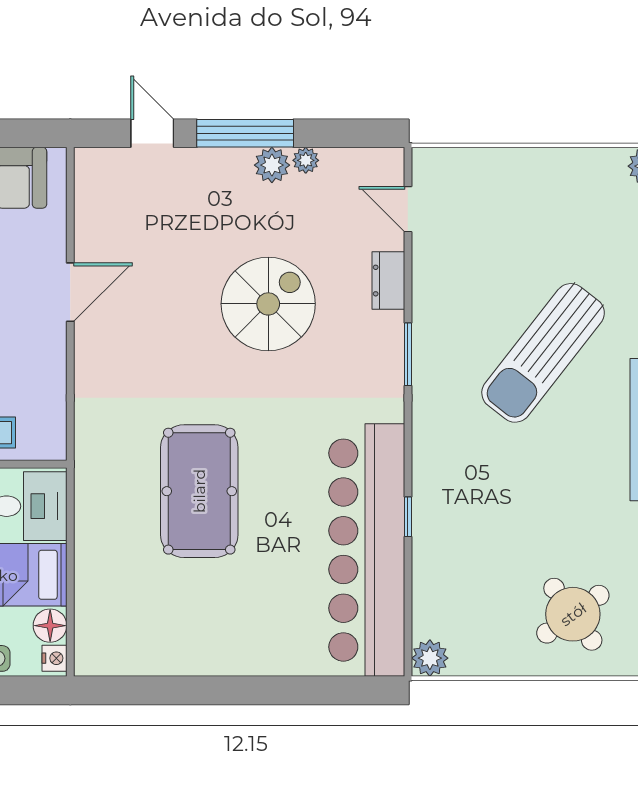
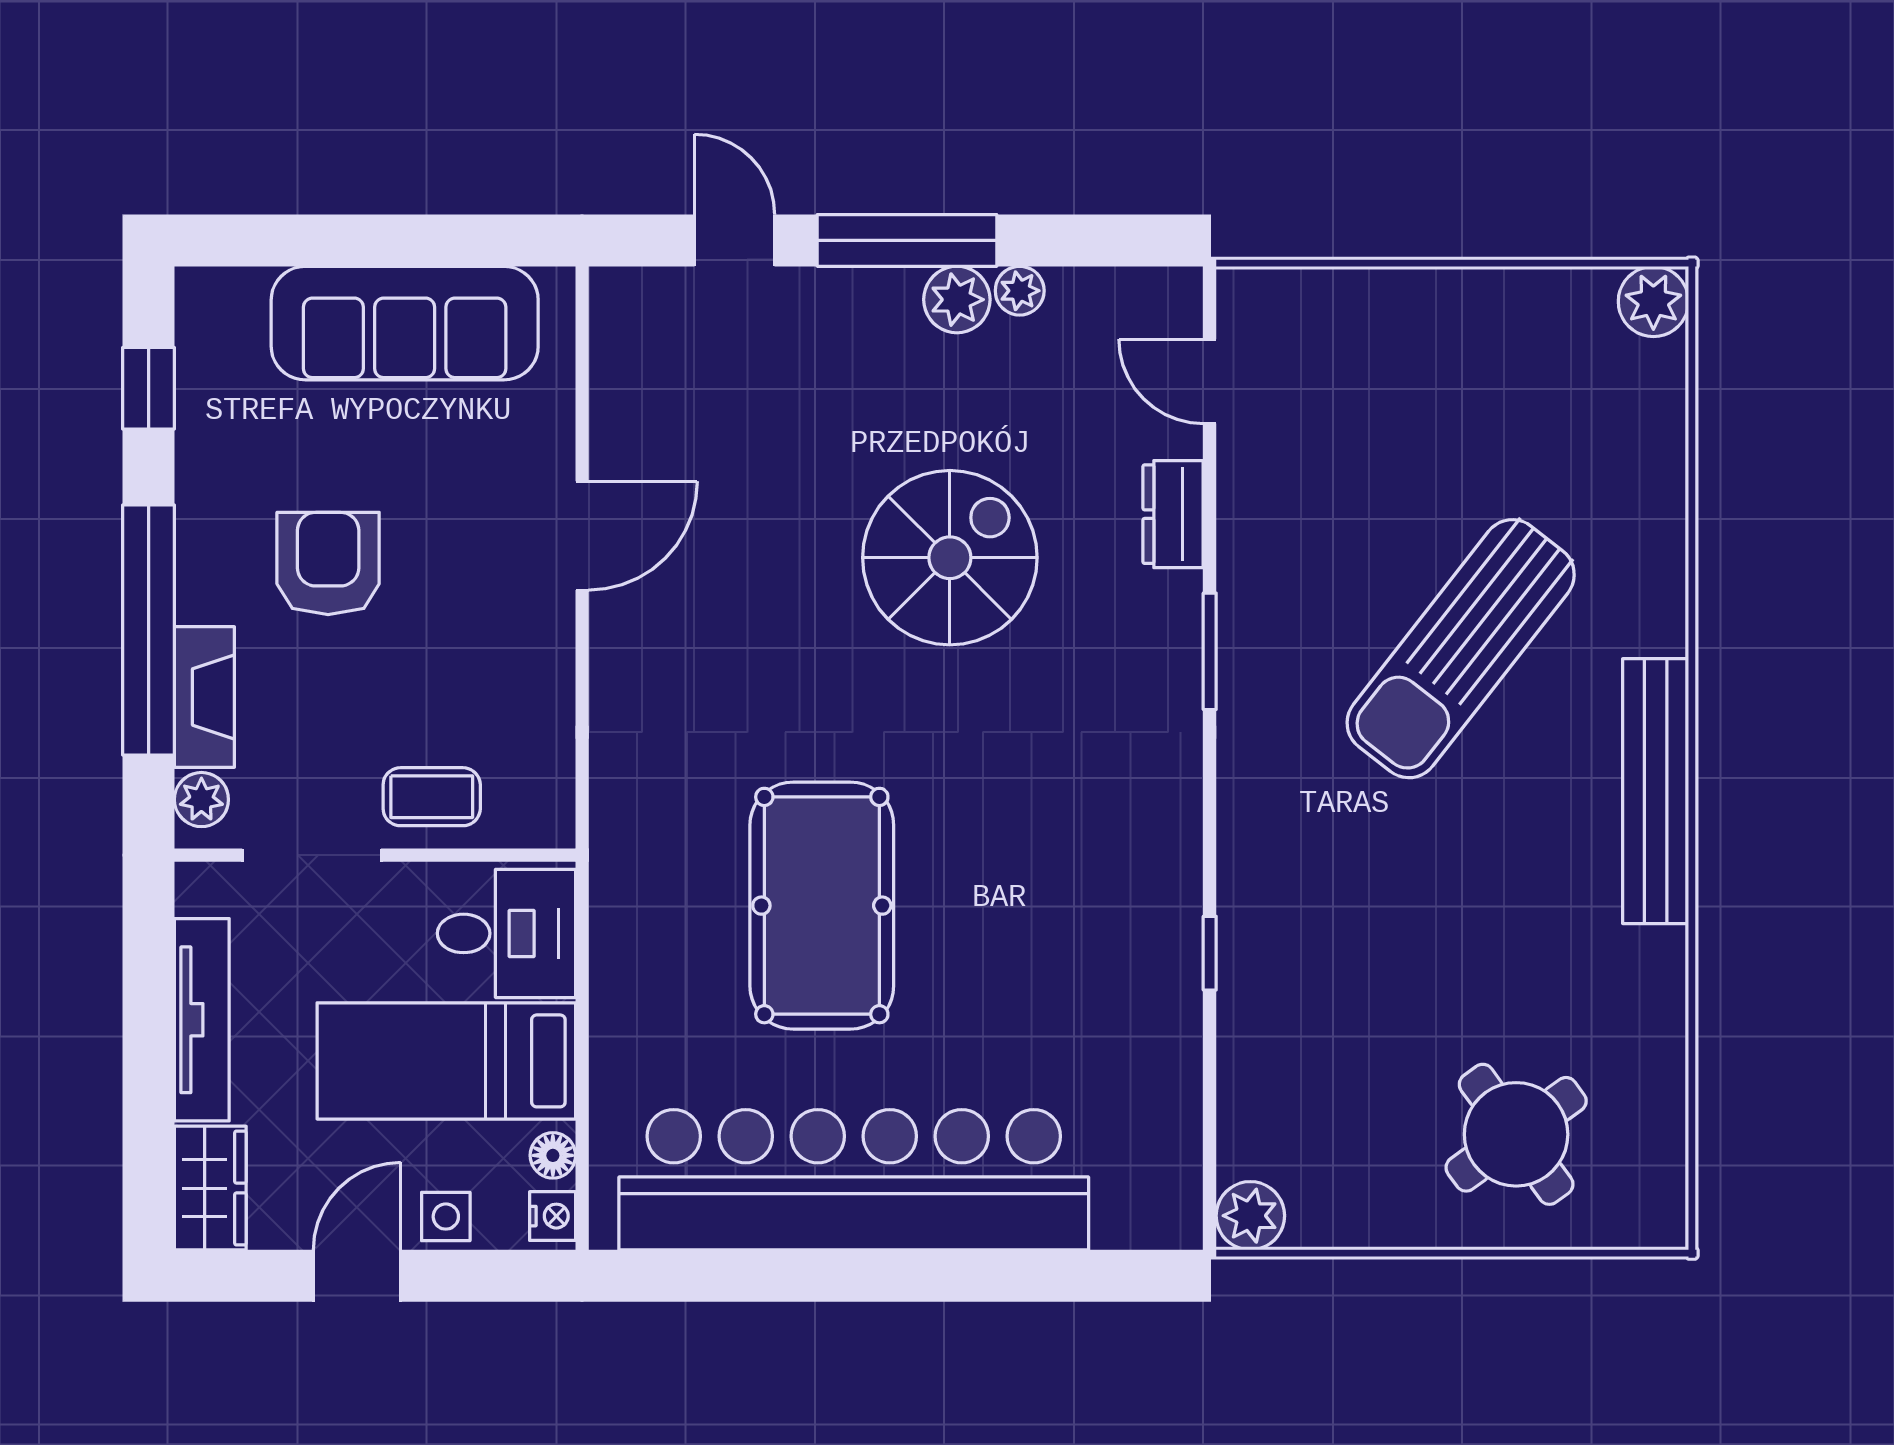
bar counter: (367, 550) -> (854, 1180), moved, turned 90
floor lamp: (50, 626) -> (553, 1155), width x0.73, depth x0.73

